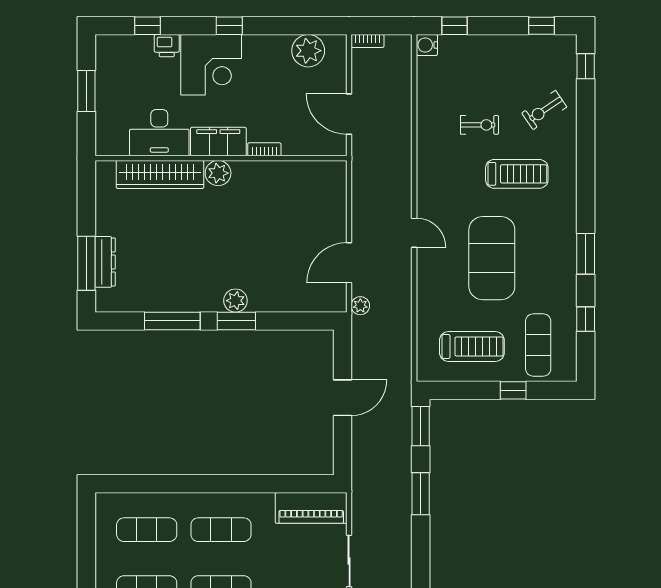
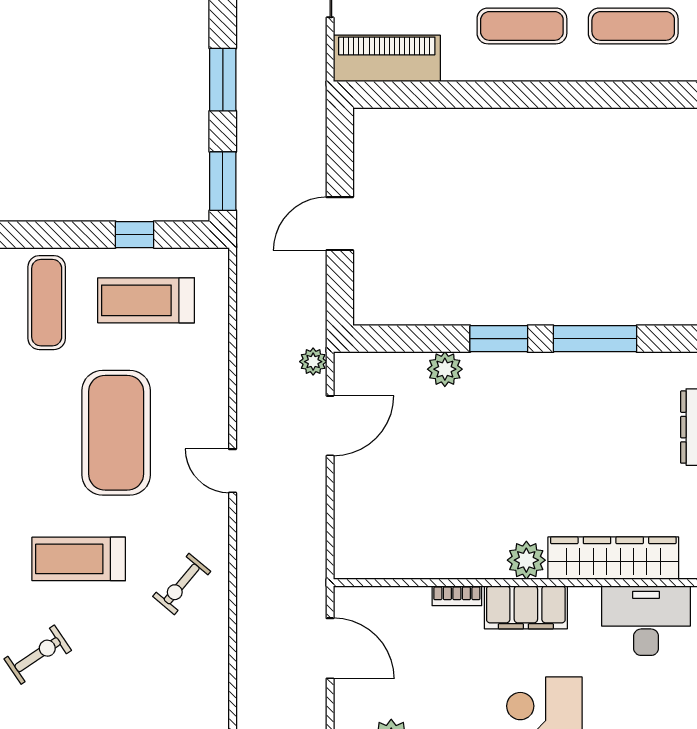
exercise bike: (480, 125) -> (182, 584), moved, turned -50
desk: (159, 133) -> (646, 621), moved
plant: (235, 301) -> (445, 369), moved
window: (513, 390) -> (135, 235), moved

